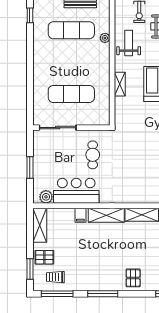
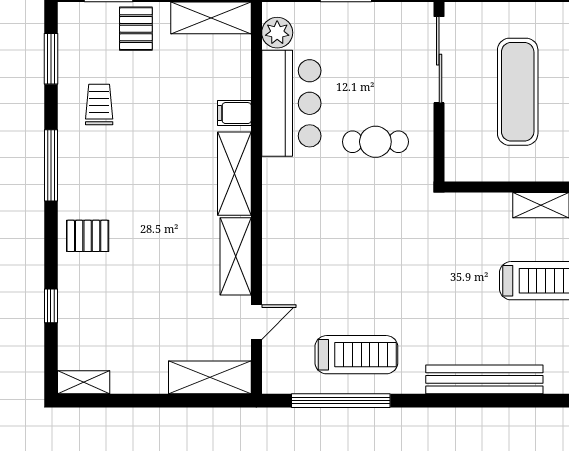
trolley: (55, 277) -> (99, 104), moved
window: (57, 294) -> (51, 59), width x0.69

